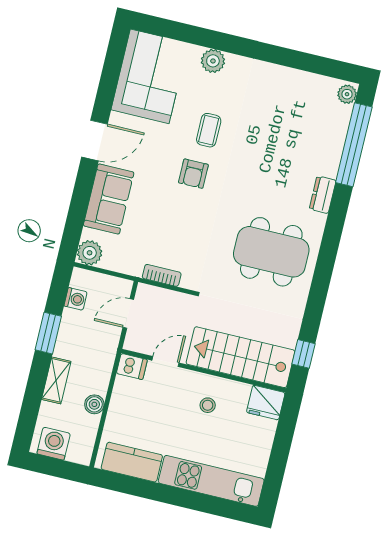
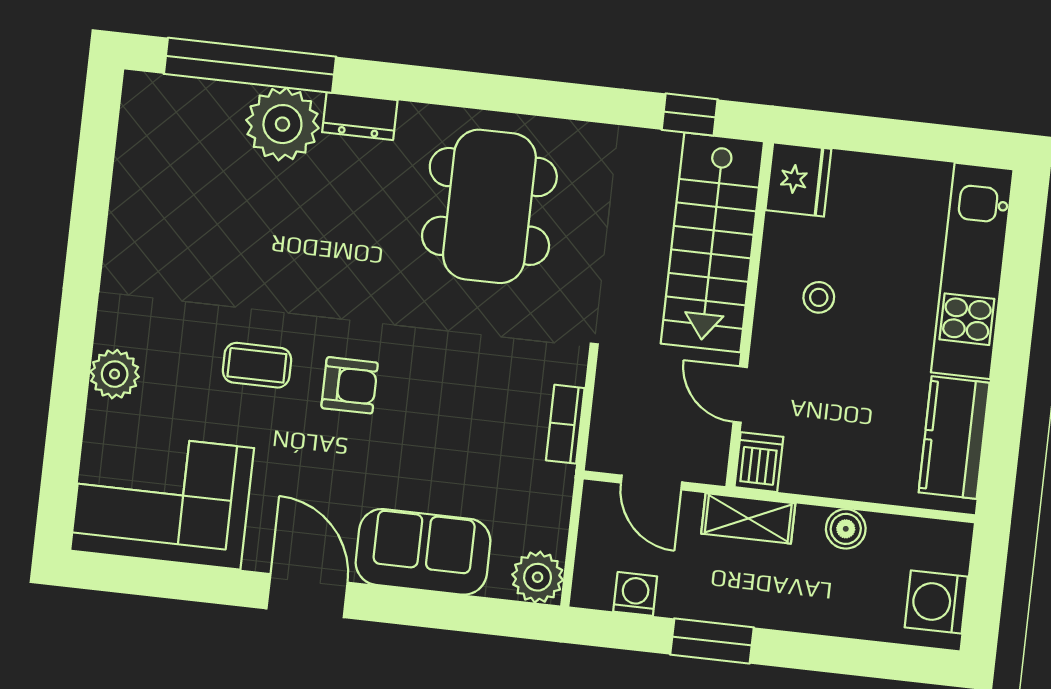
plant: (347, 94) -> (282, 124), moved, width x1.88, depth x1.88
shelving: (56, 380) -> (748, 518), moved

